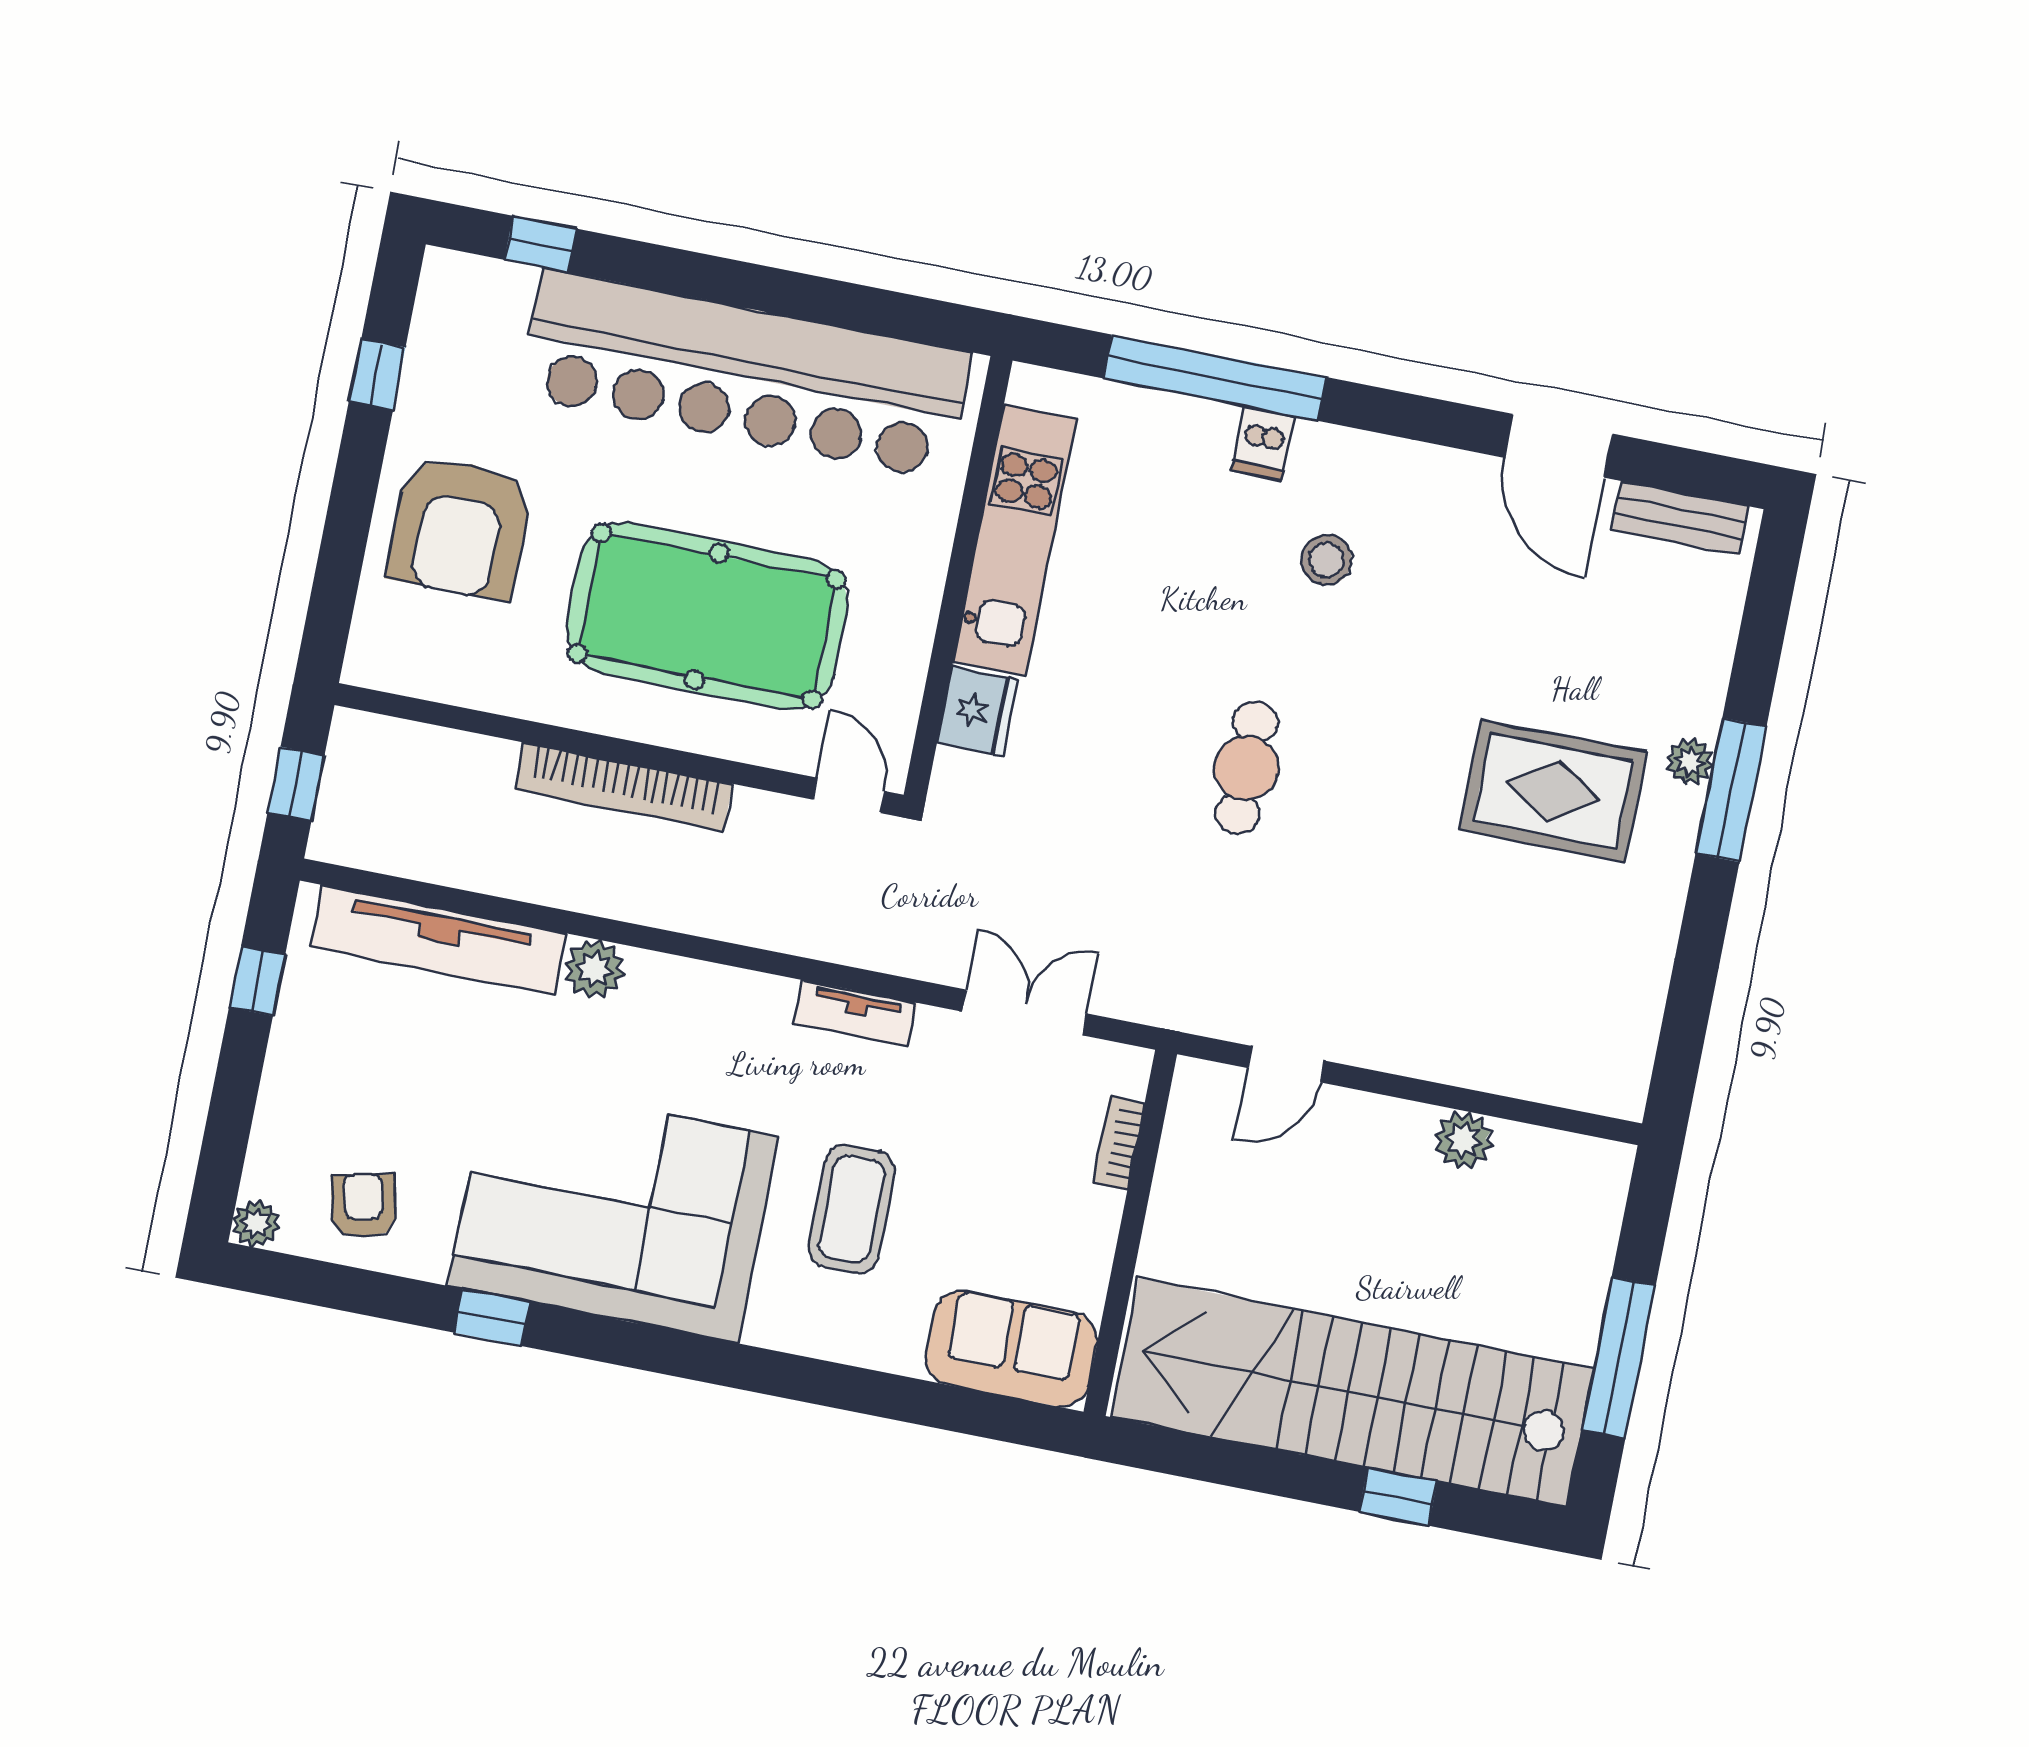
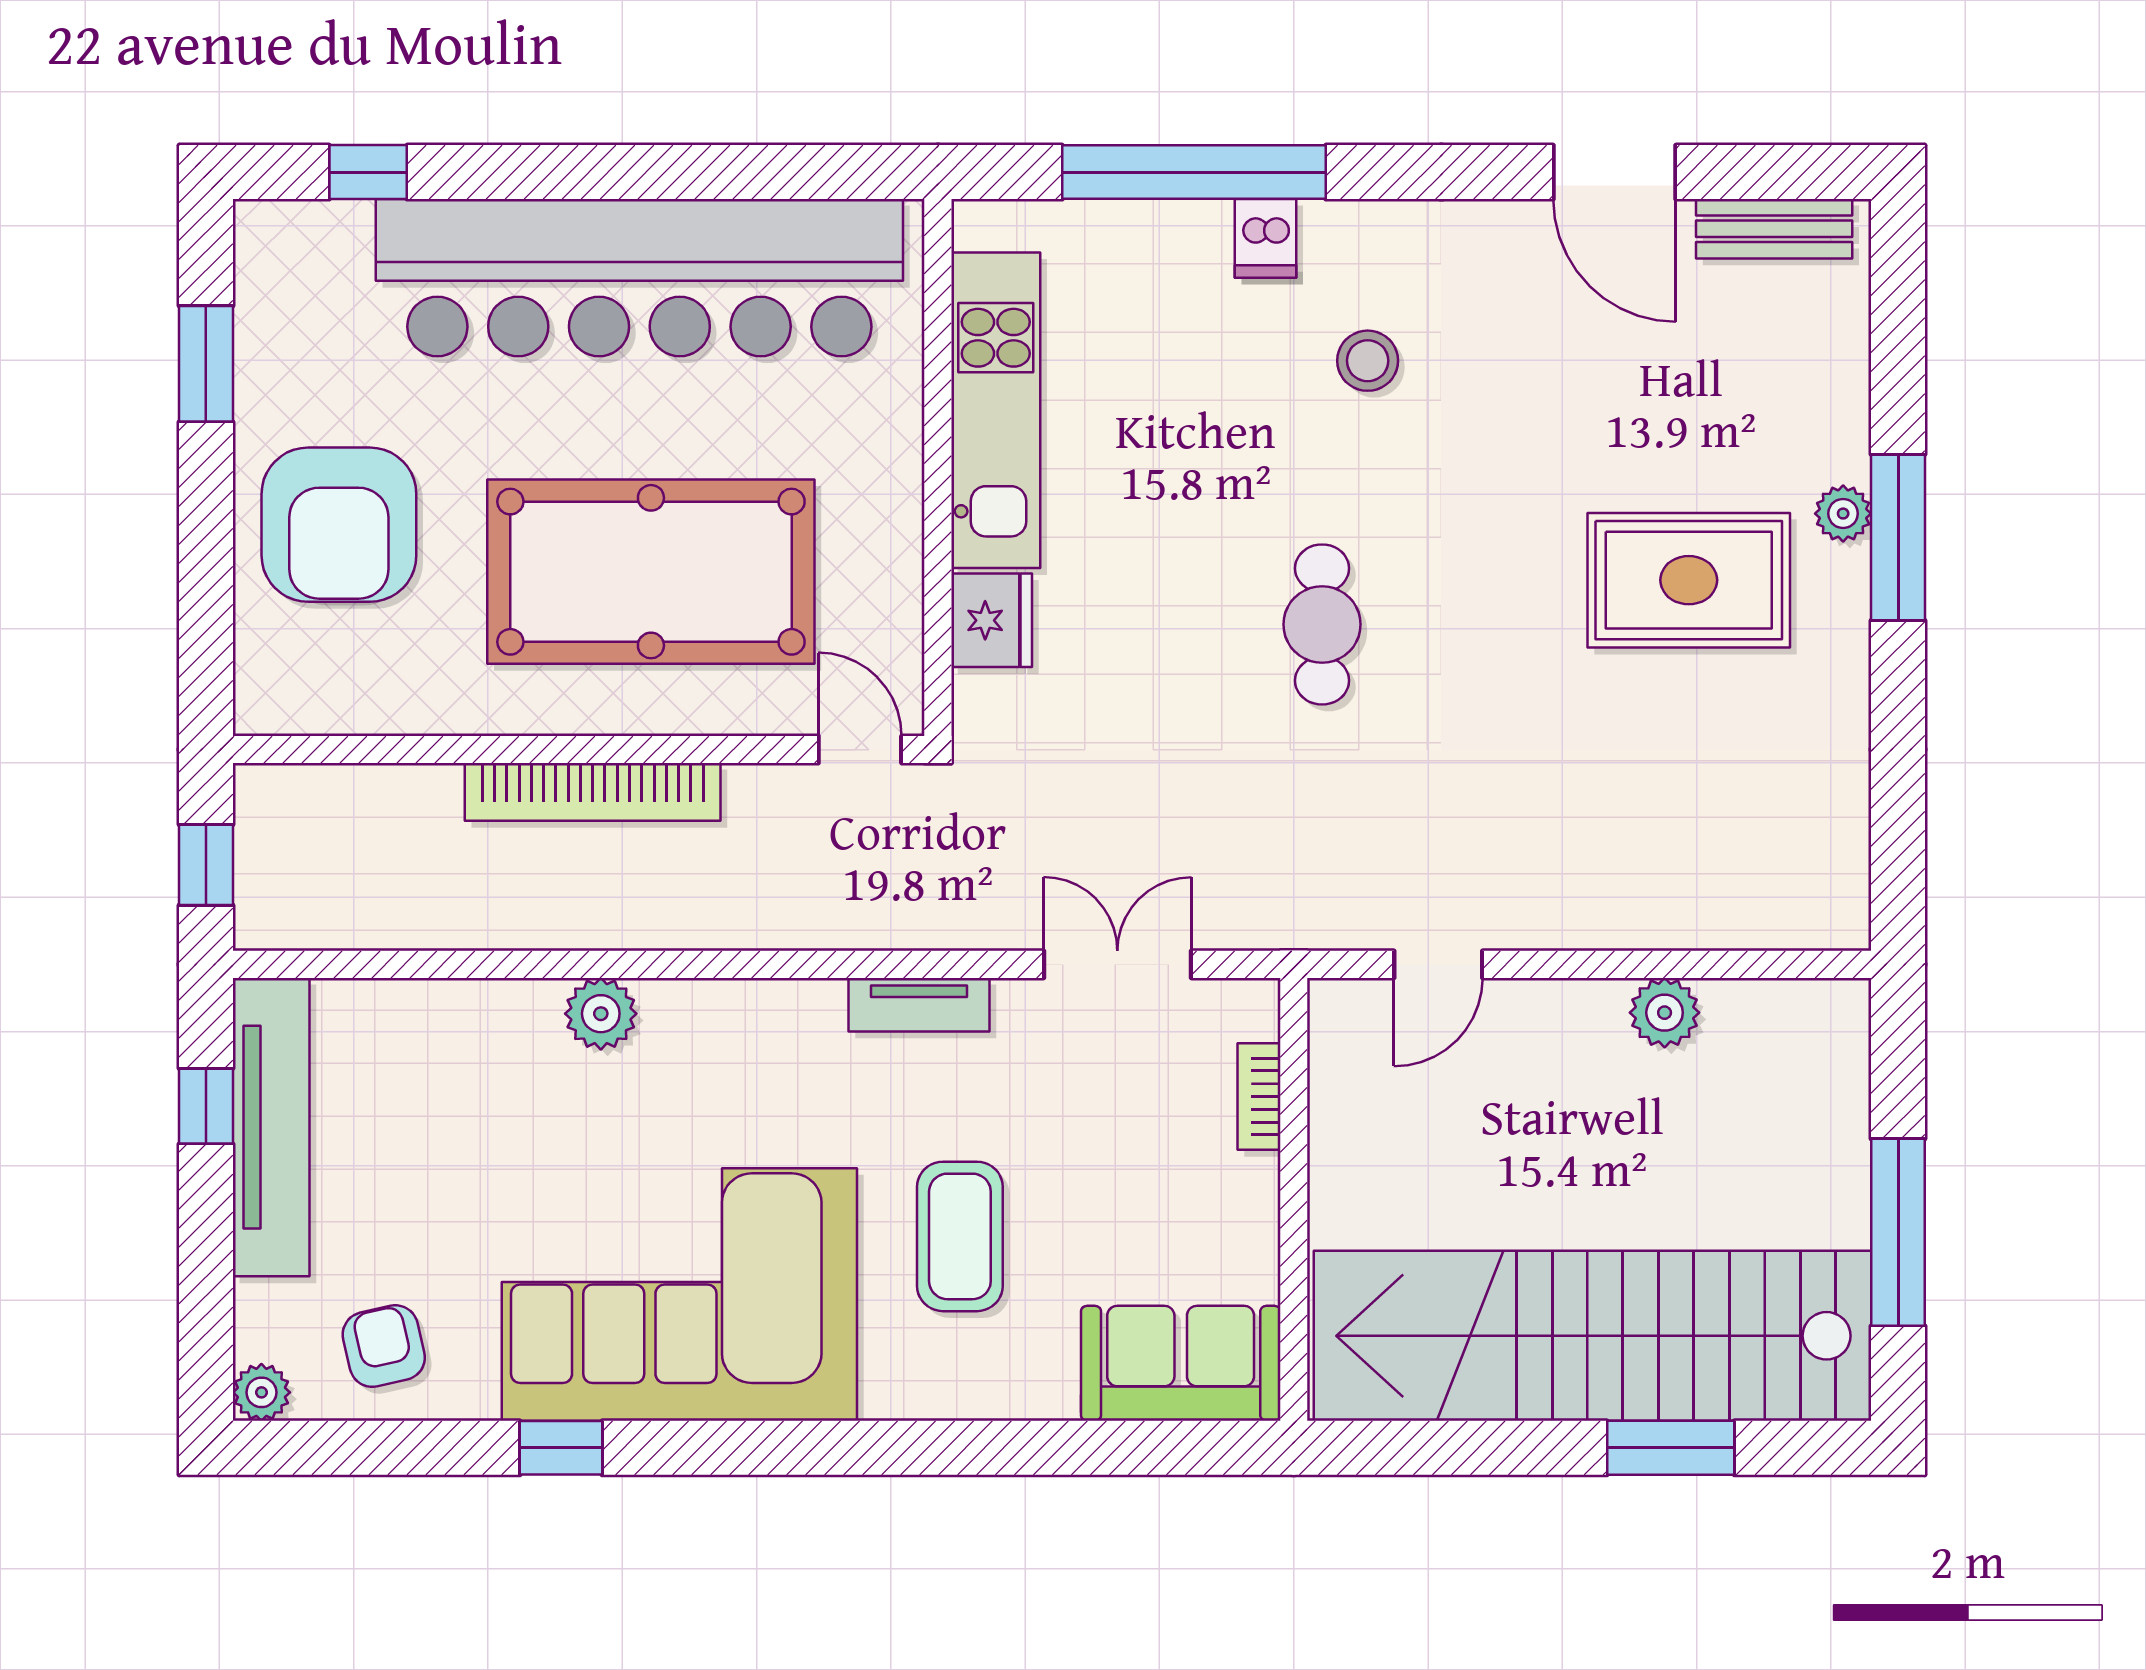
window: (377, 375) -> (206, 364), width x1.50
tv unit: (438, 940) -> (271, 1127), moved, turned -90
window: (1398, 1497) -> (1671, 1448), width x1.50

